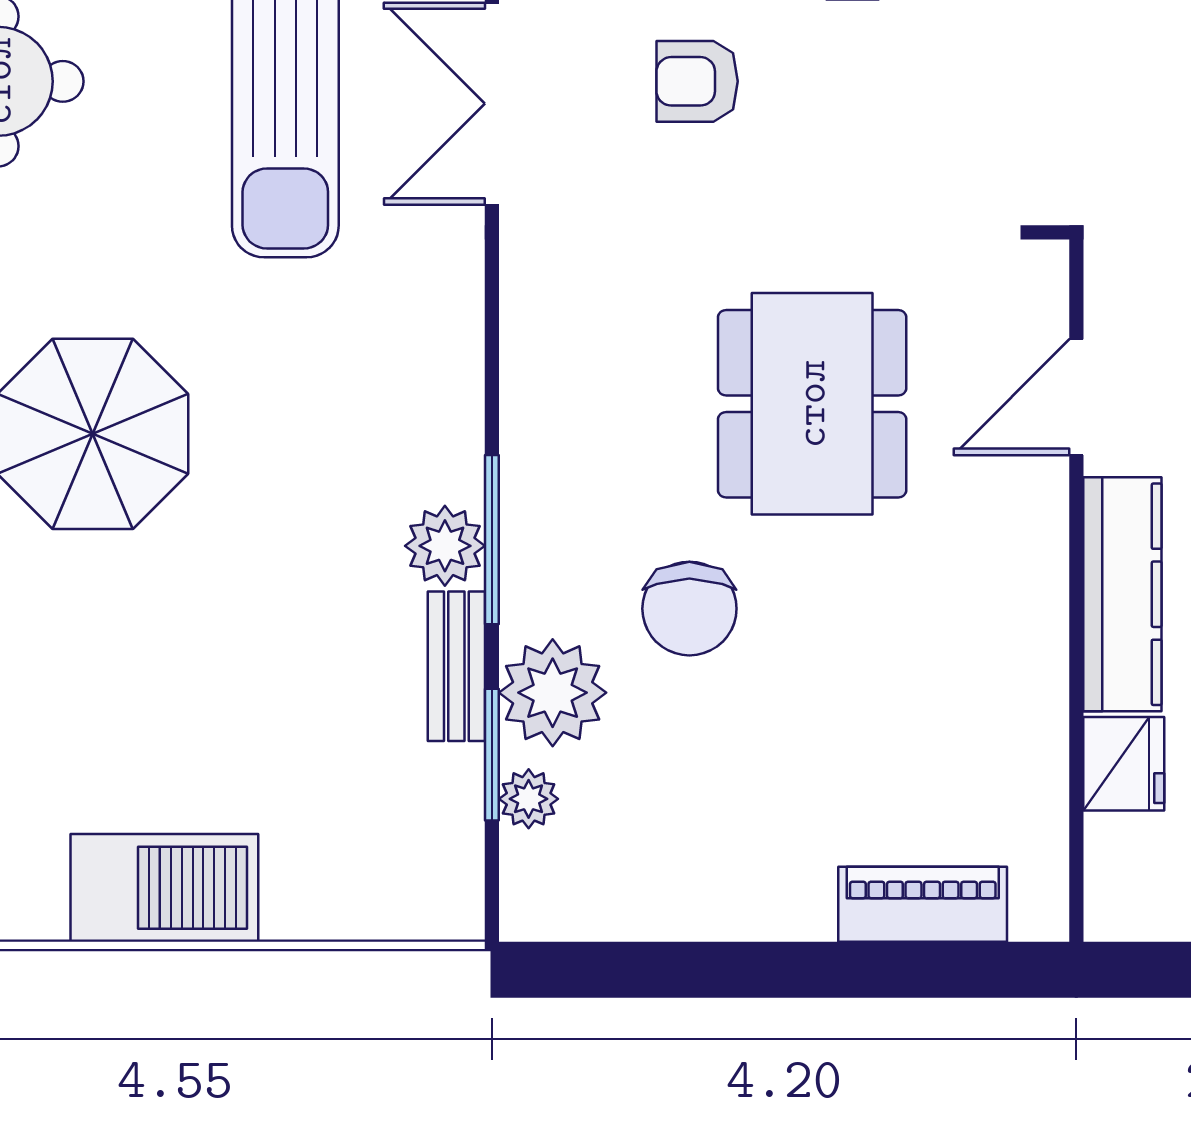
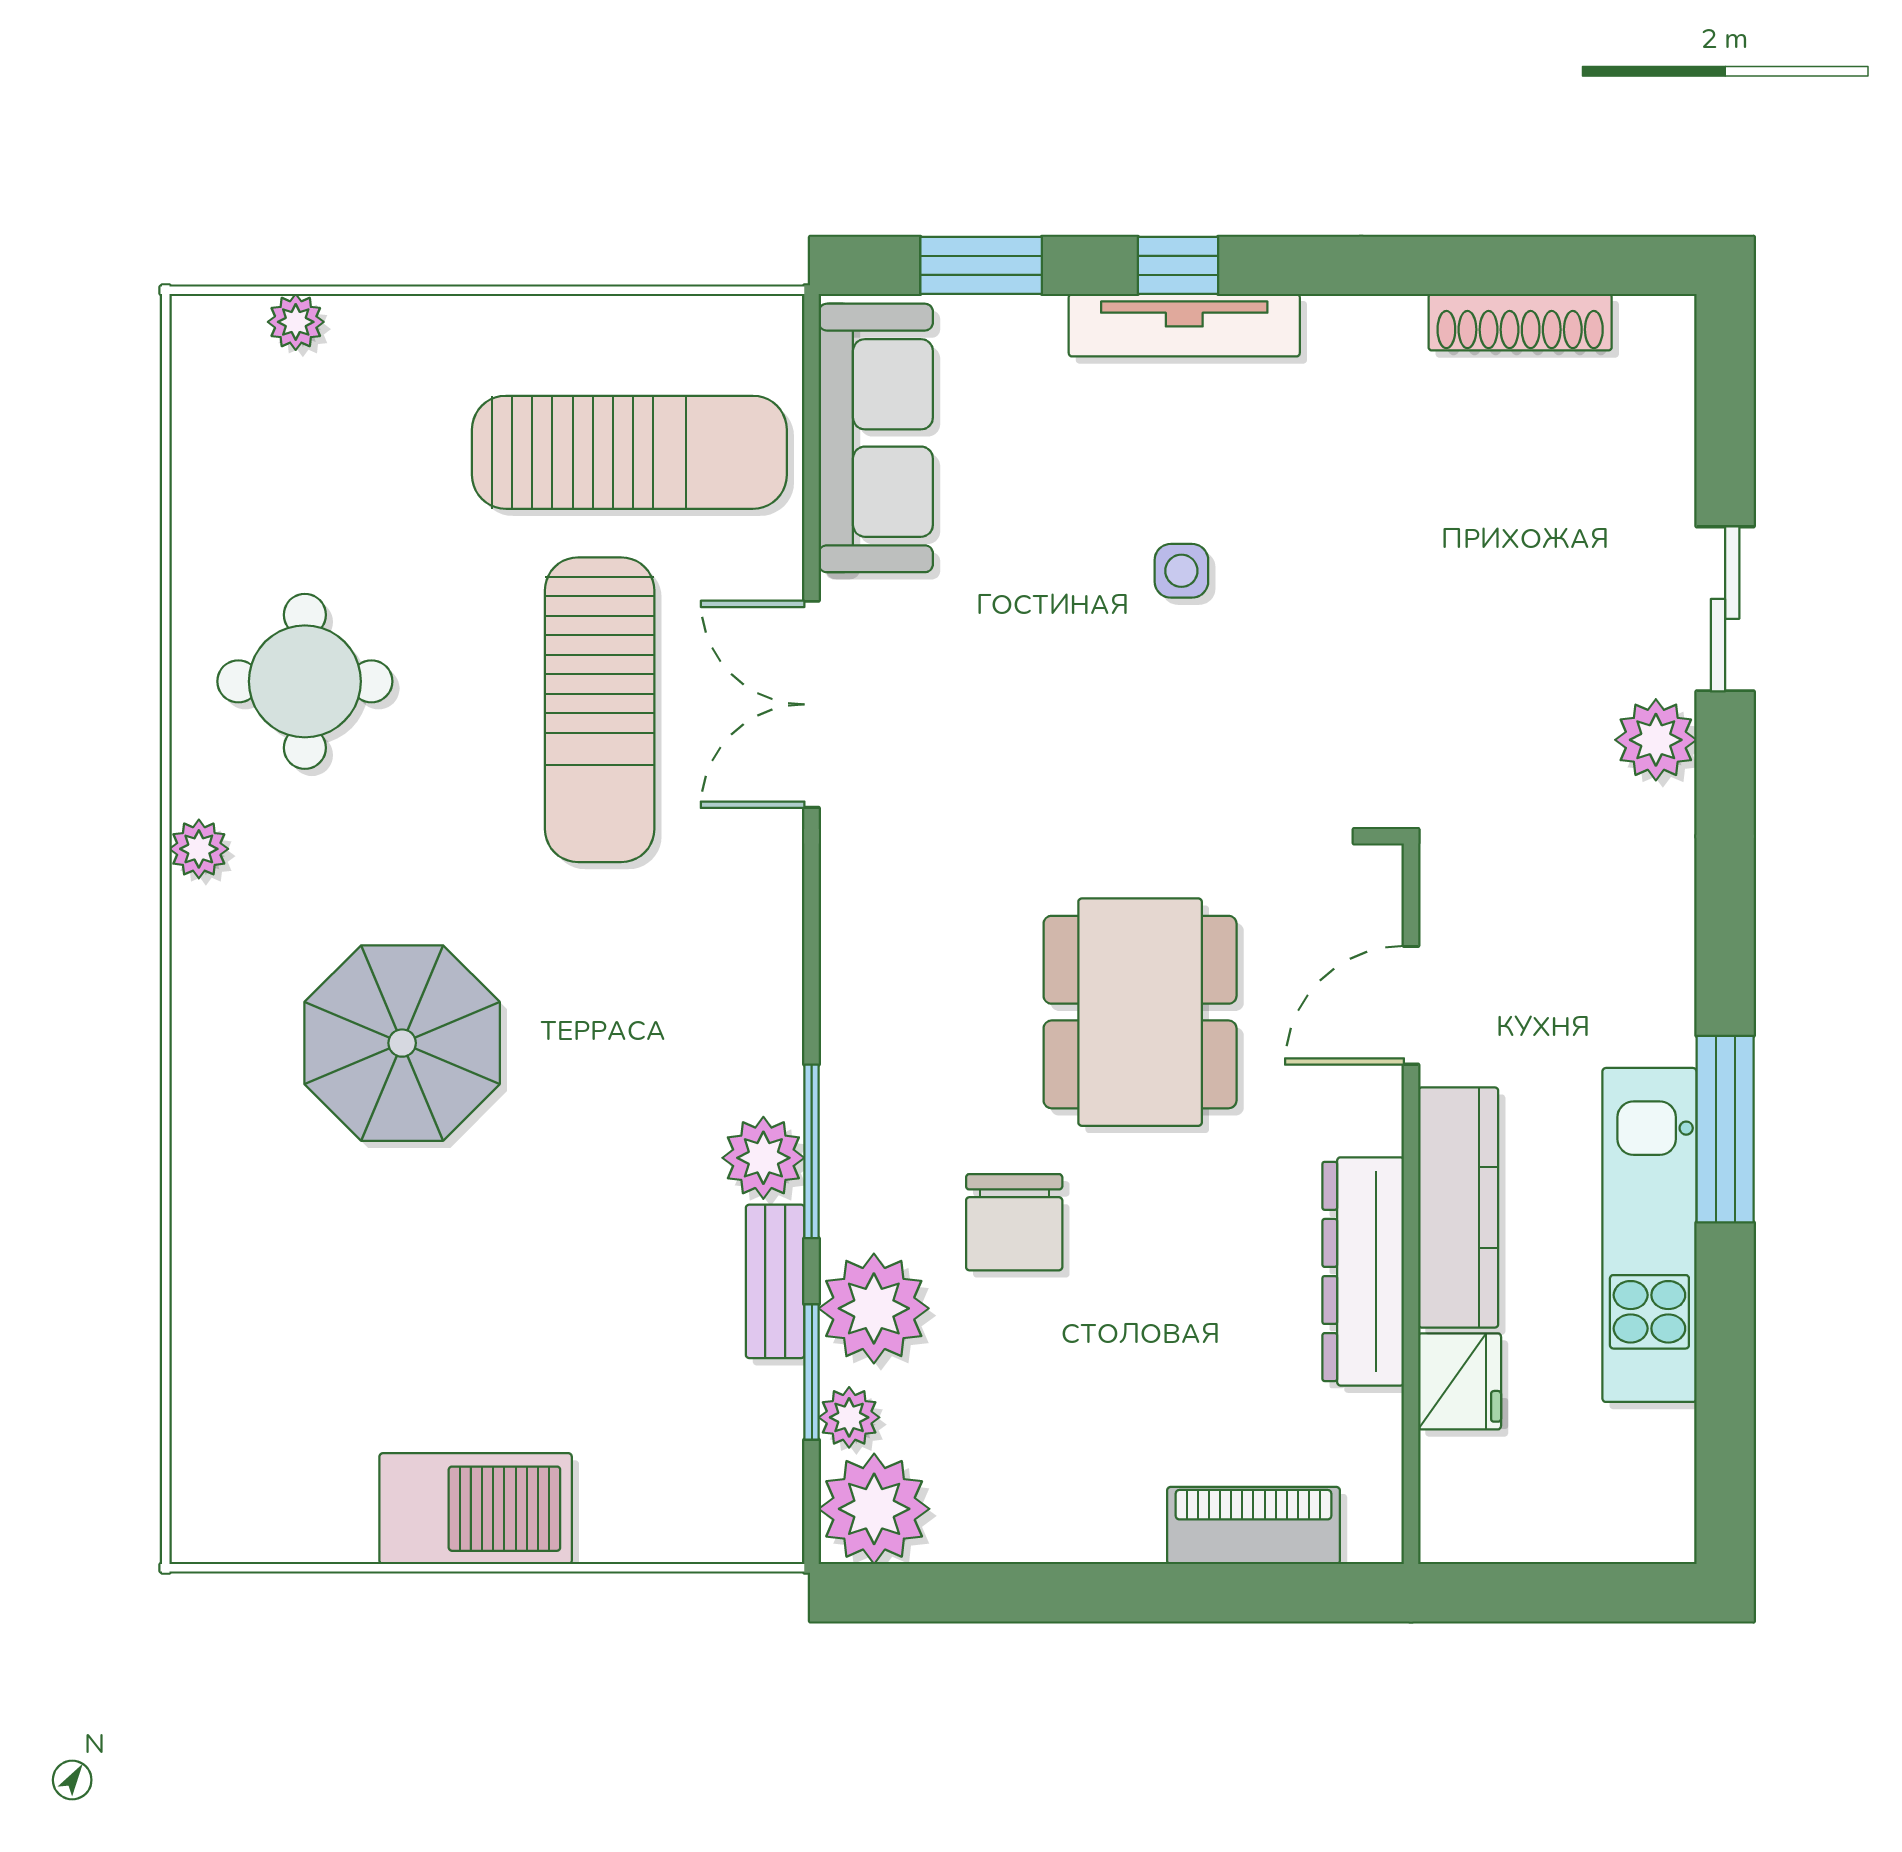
armchair: (697, 81) -> (1022, 681), removed
dresser: (1030, 657) -> (1363, 1271), added
plant: (553, 888) -> (874, 1509), added

